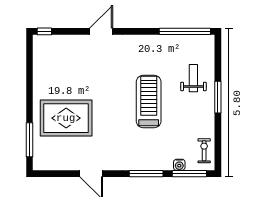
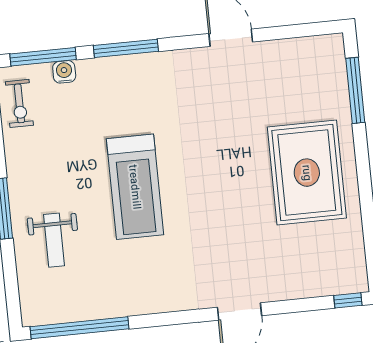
rug: (66, 118) -> (307, 173), moved, turned 90

